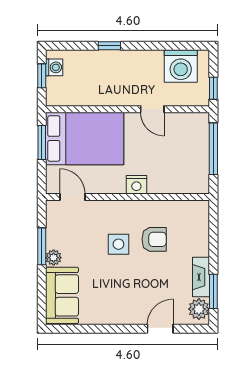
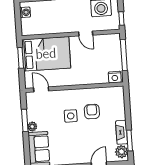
window: (42, 76) -> (18, 18), removed
nightstand: (136, 185) -> (115, 77), moved
armchair: (154, 239) -> (92, 112), turned -90

